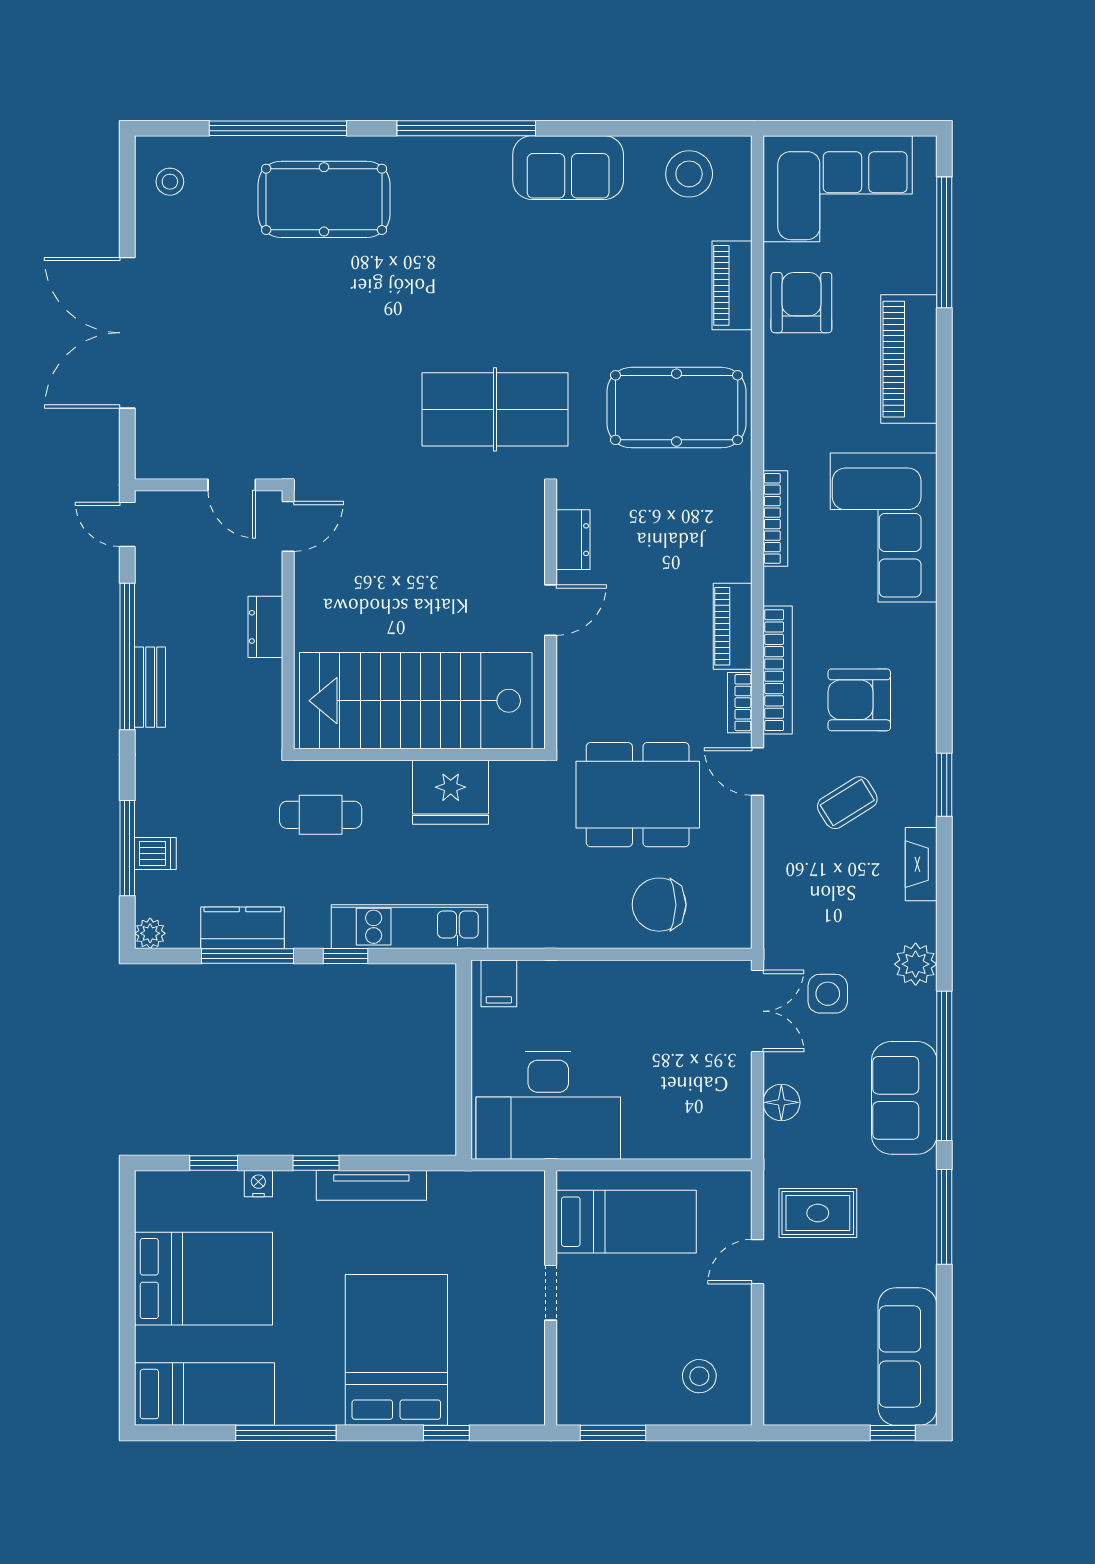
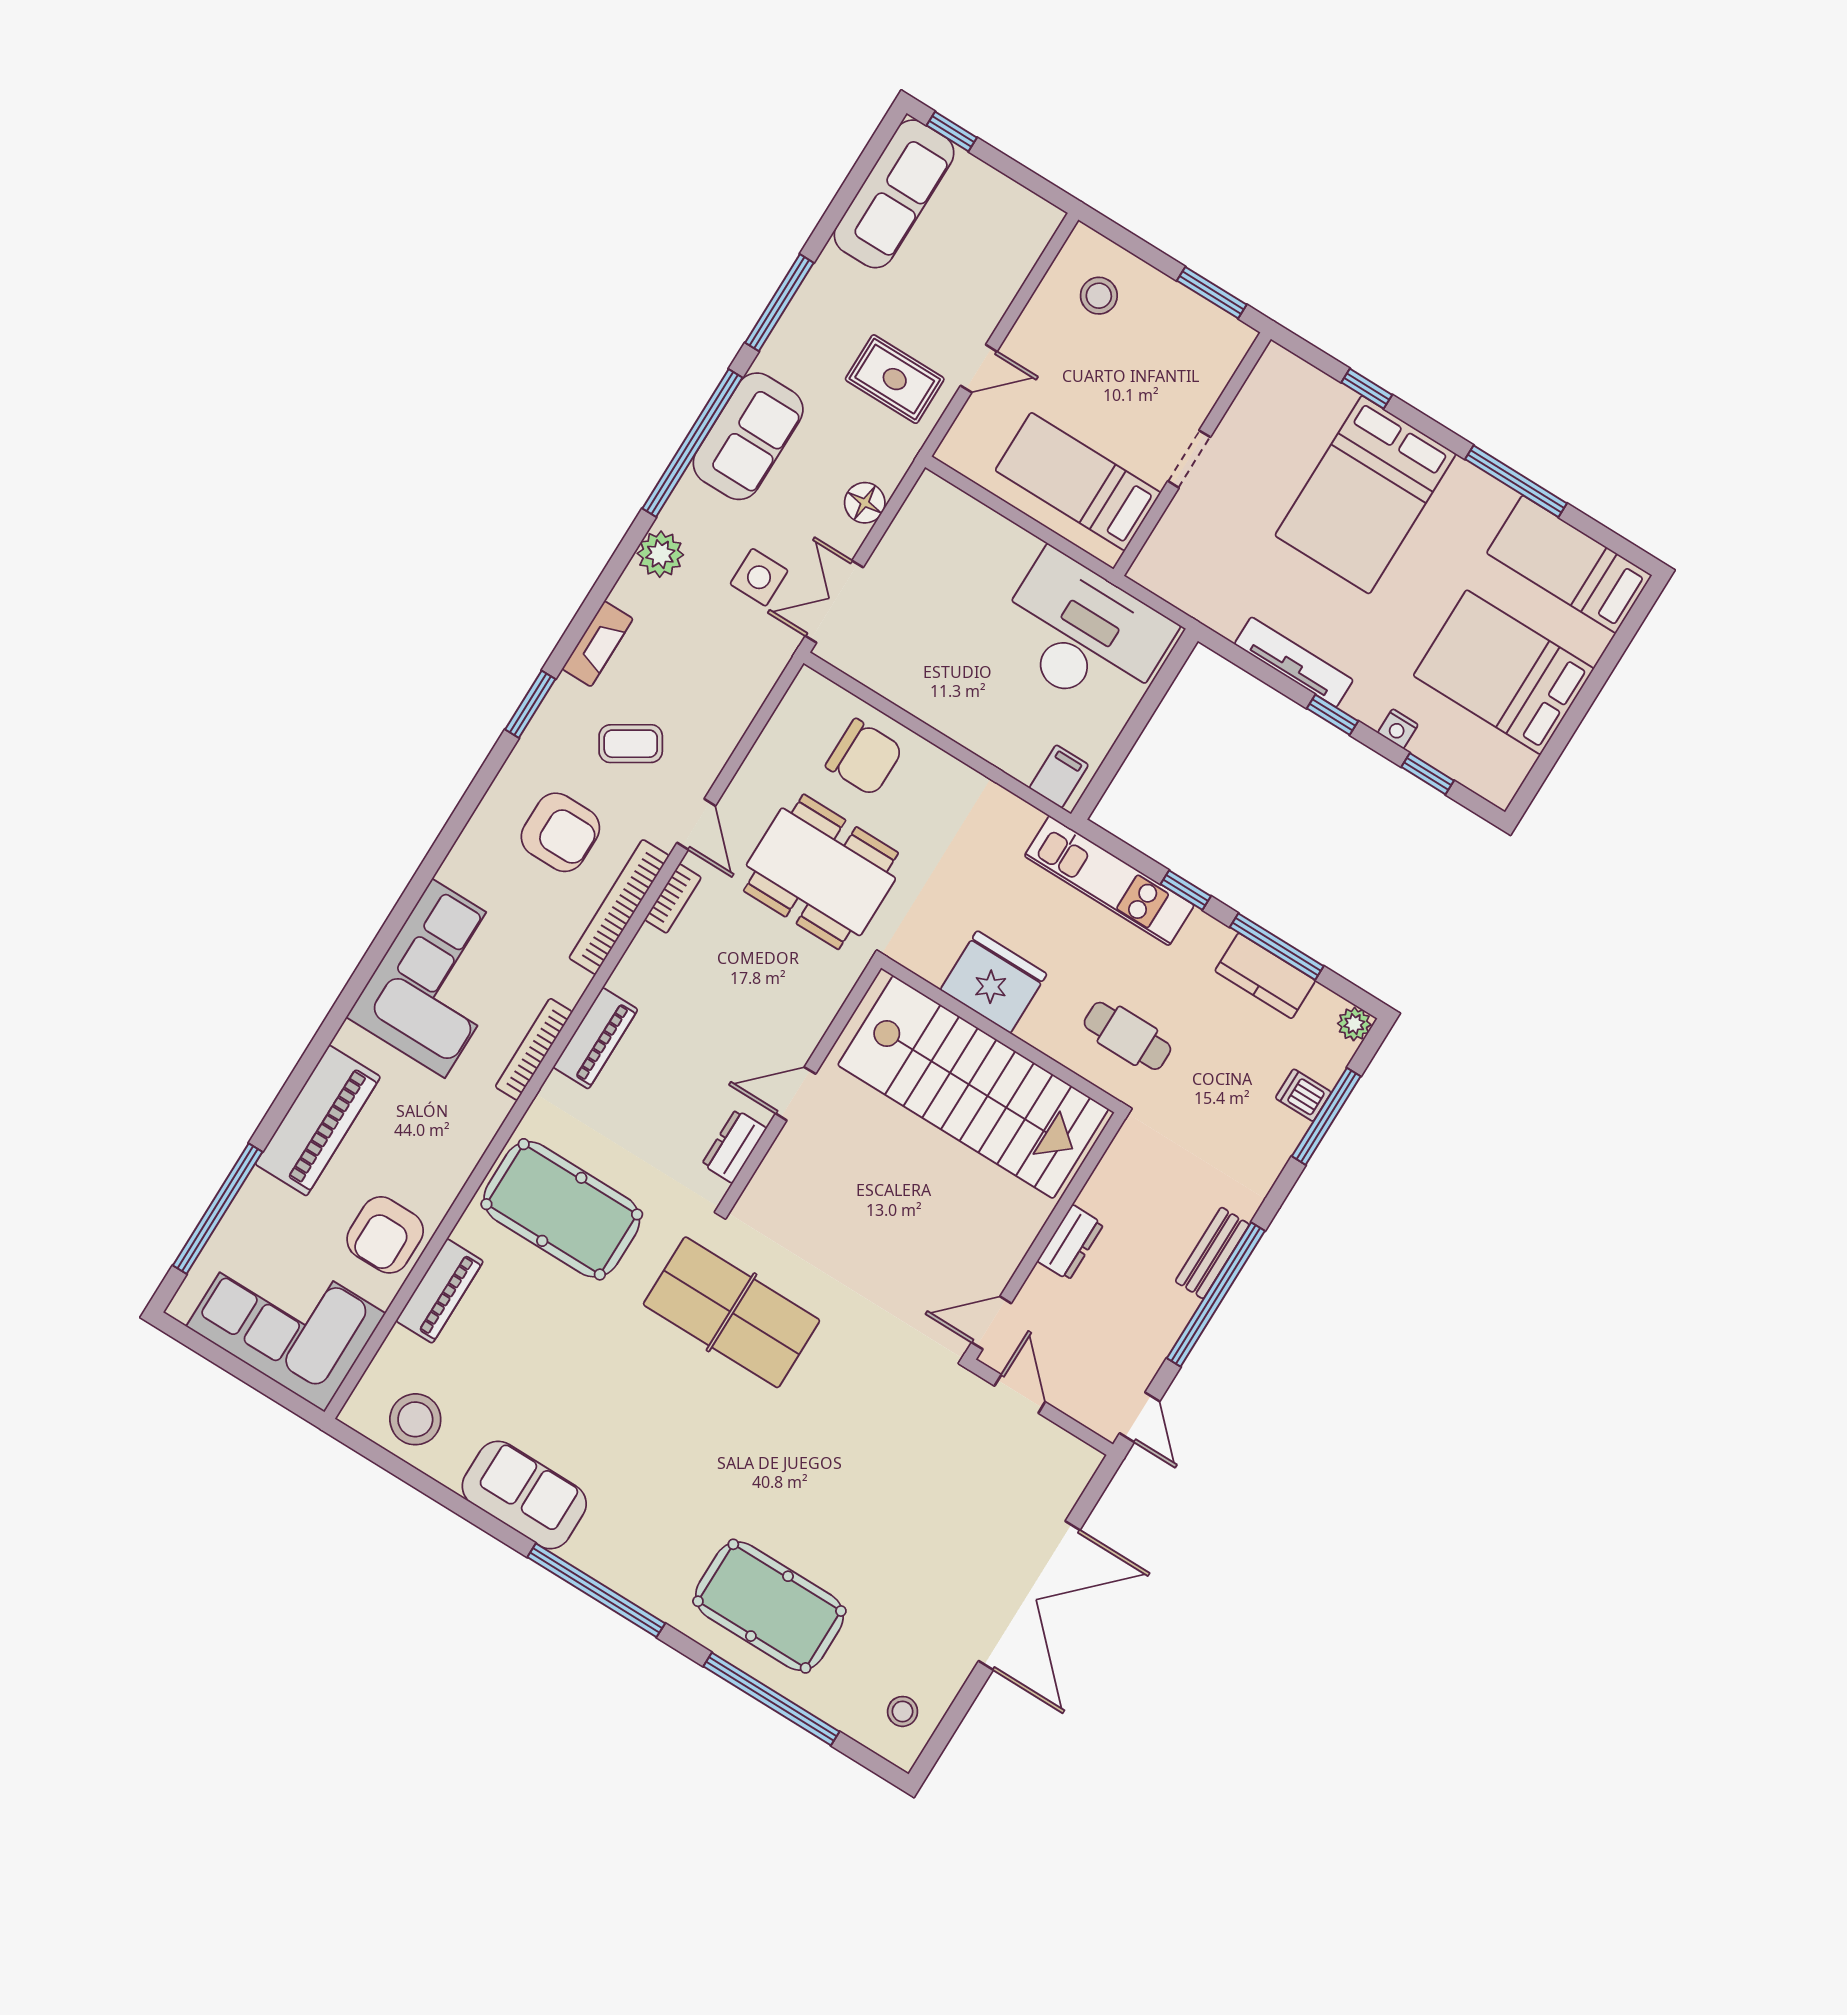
piano: (733, 626) -> (595, 1038), moved

